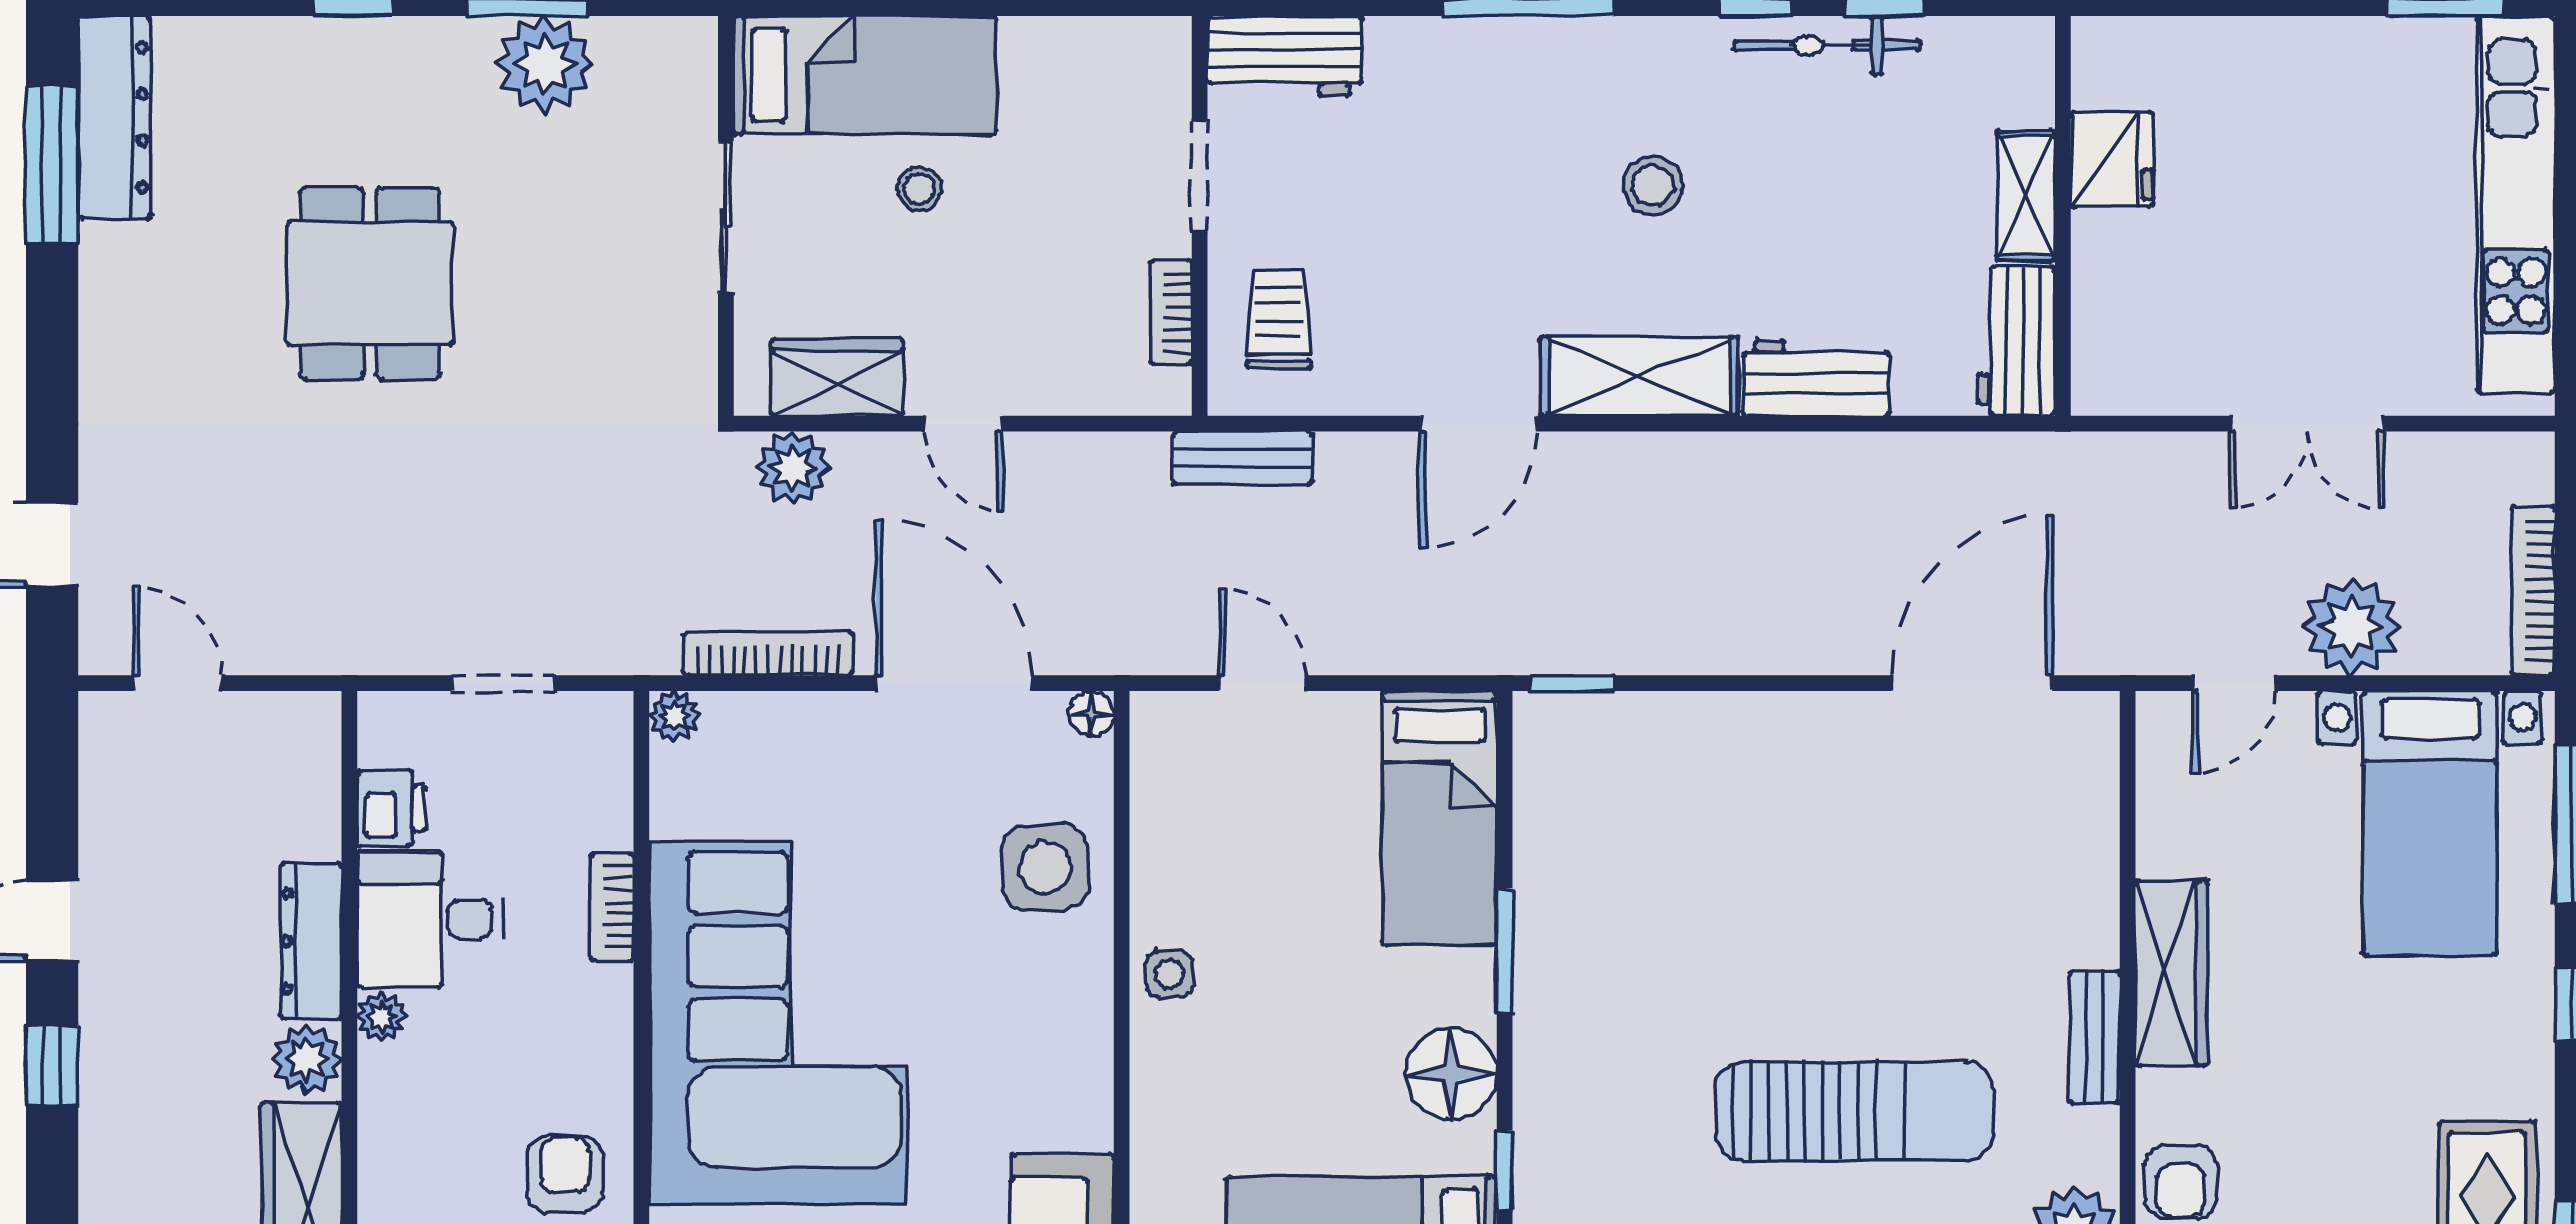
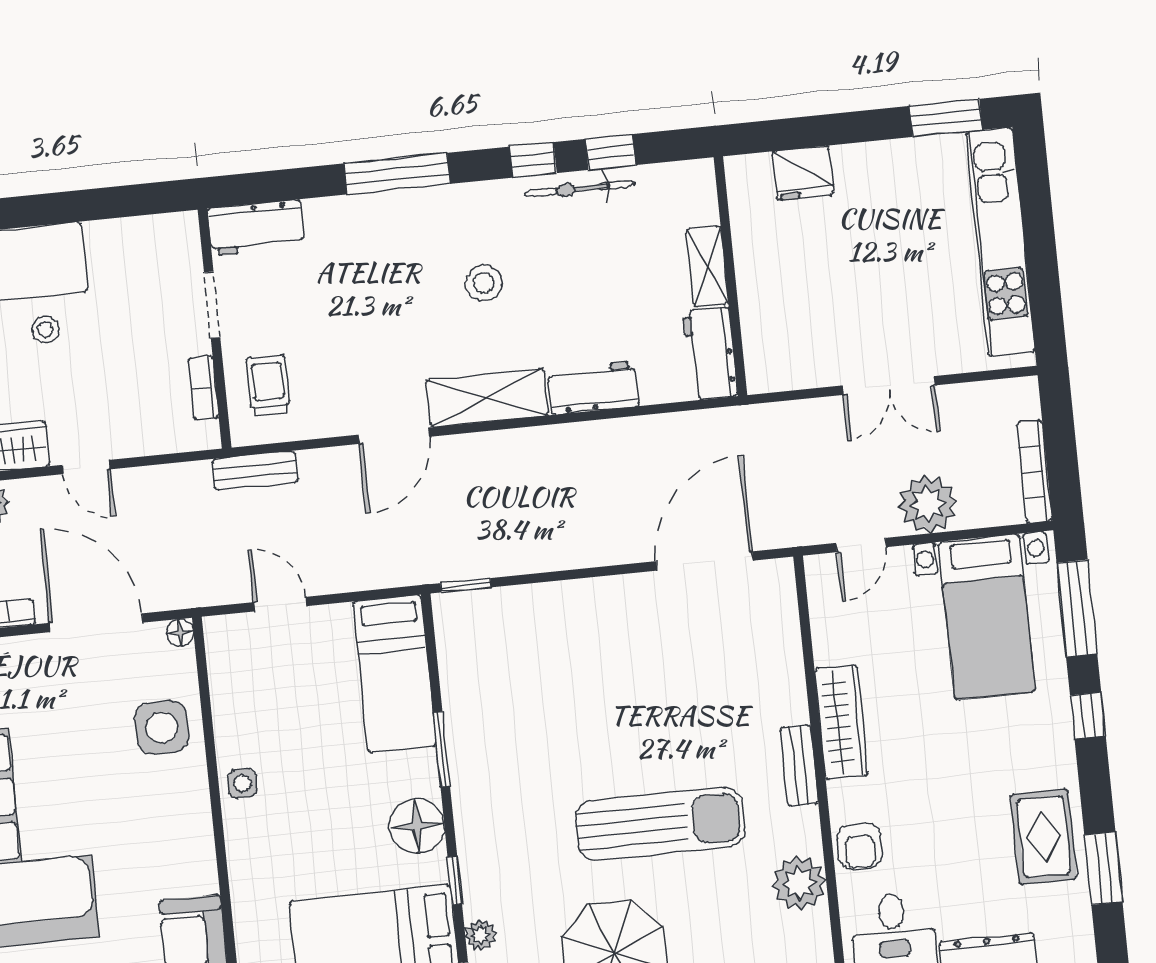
fridge: (2112, 159) -> (803, 173), moved, turned 90

